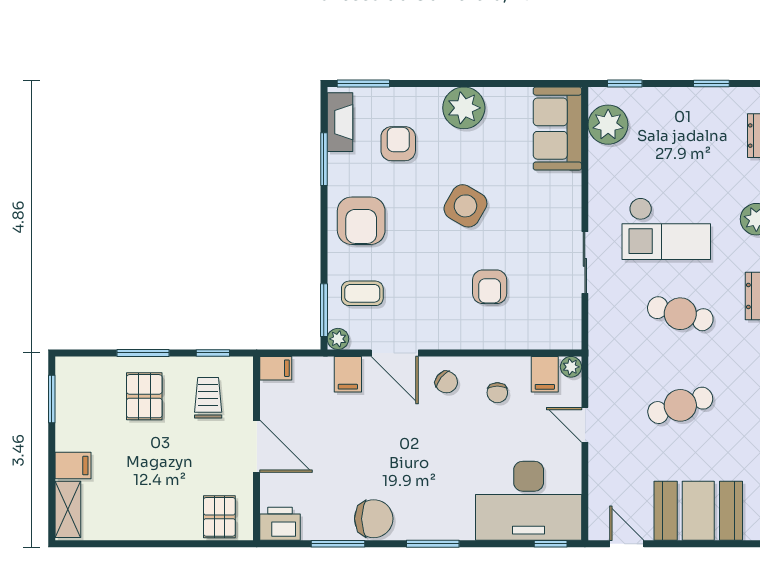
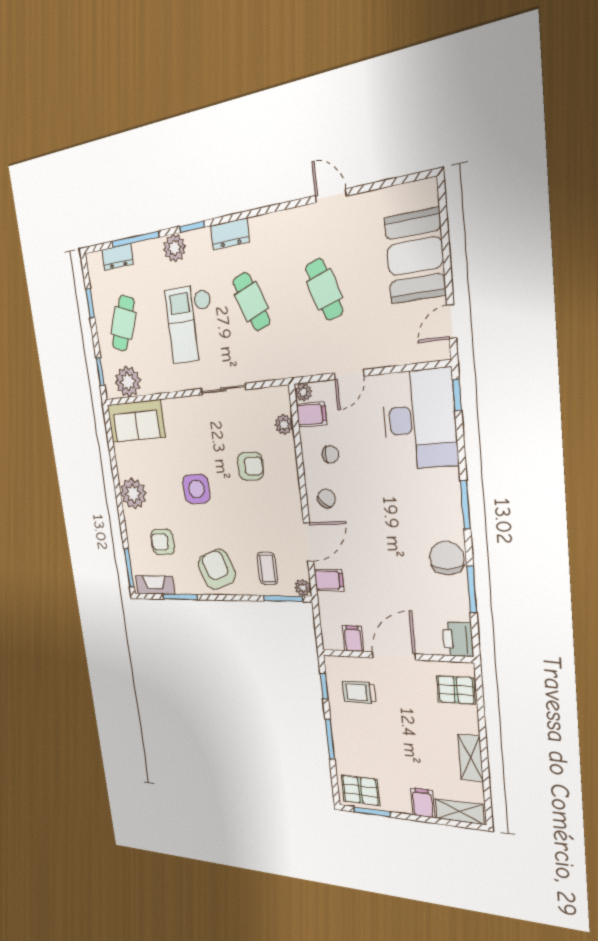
cafe table: (680, 130) -> (123, 323), added
side table: (465, 206) -> (196, 489), turned -30
armchair: (361, 221) -> (217, 569), turned -110
checkout: (666, 229) -> (191, 324), turned 180
cafe table: (680, 314) -> (251, 302), turned -36
plant: (536, 338) -> (284, 424), added
filing cabinet: (276, 368) -> (353, 639), moved
pallet: (144, 396) -> (360, 790), moved
shelving: (137, 528) -> (471, 758), added

